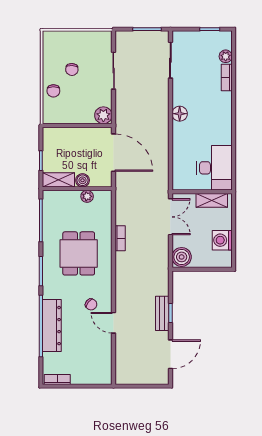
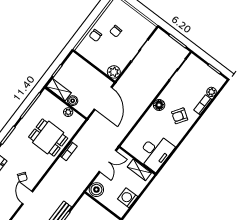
armchair: (211, 109) -> (180, 116), added
dining table: (79, 253) -> (48, 138), moved, turned 90

